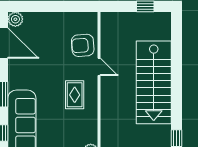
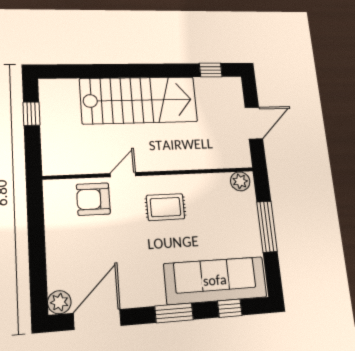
armchair: (83, 45) -> (93, 199), turned 94

